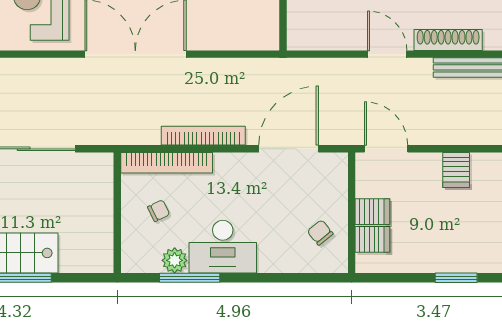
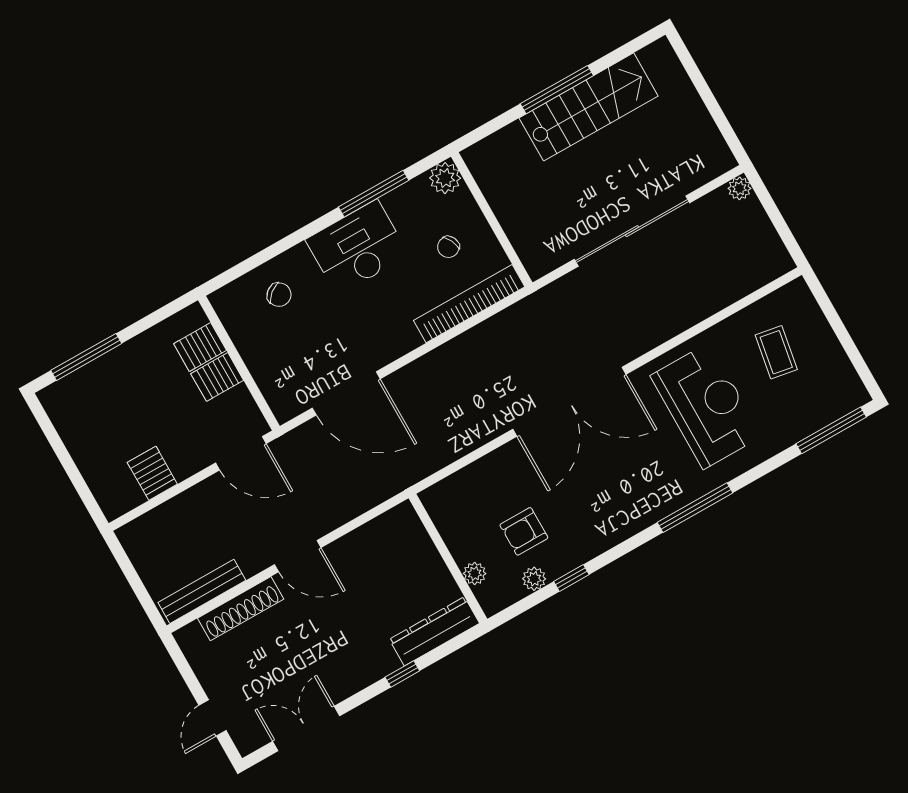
bookcase: (203, 136) -> (446, 355), removed
door: (289, 149) -> (346, 393), hinge flipped
chair: (320, 233) -> (279, 295), moved
plant: (175, 260) -> (445, 178), moved
window: (456, 278) -> (86, 357), width x1.44

